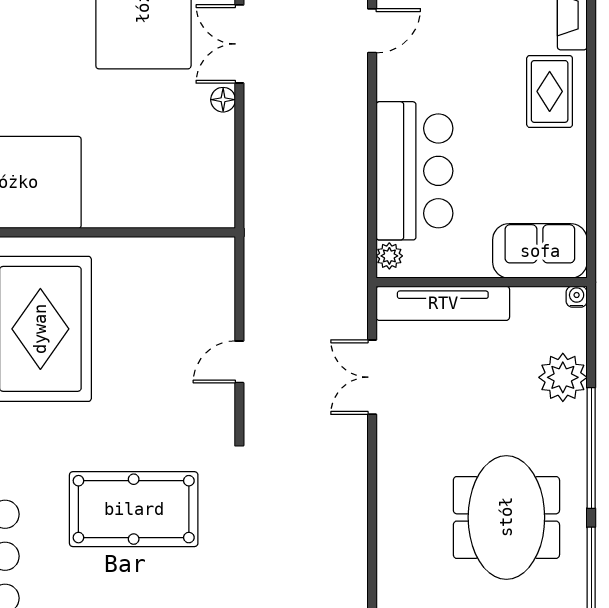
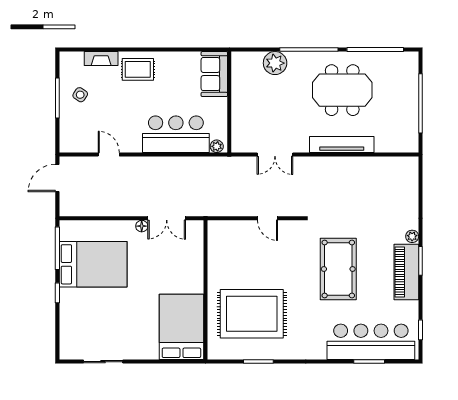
double door: (239, 44) -> (167, 218), moved
water cooler: (577, 297) -> (236, 56), removed
tv unit: (443, 303) -> (342, 144), moved, turned -90

